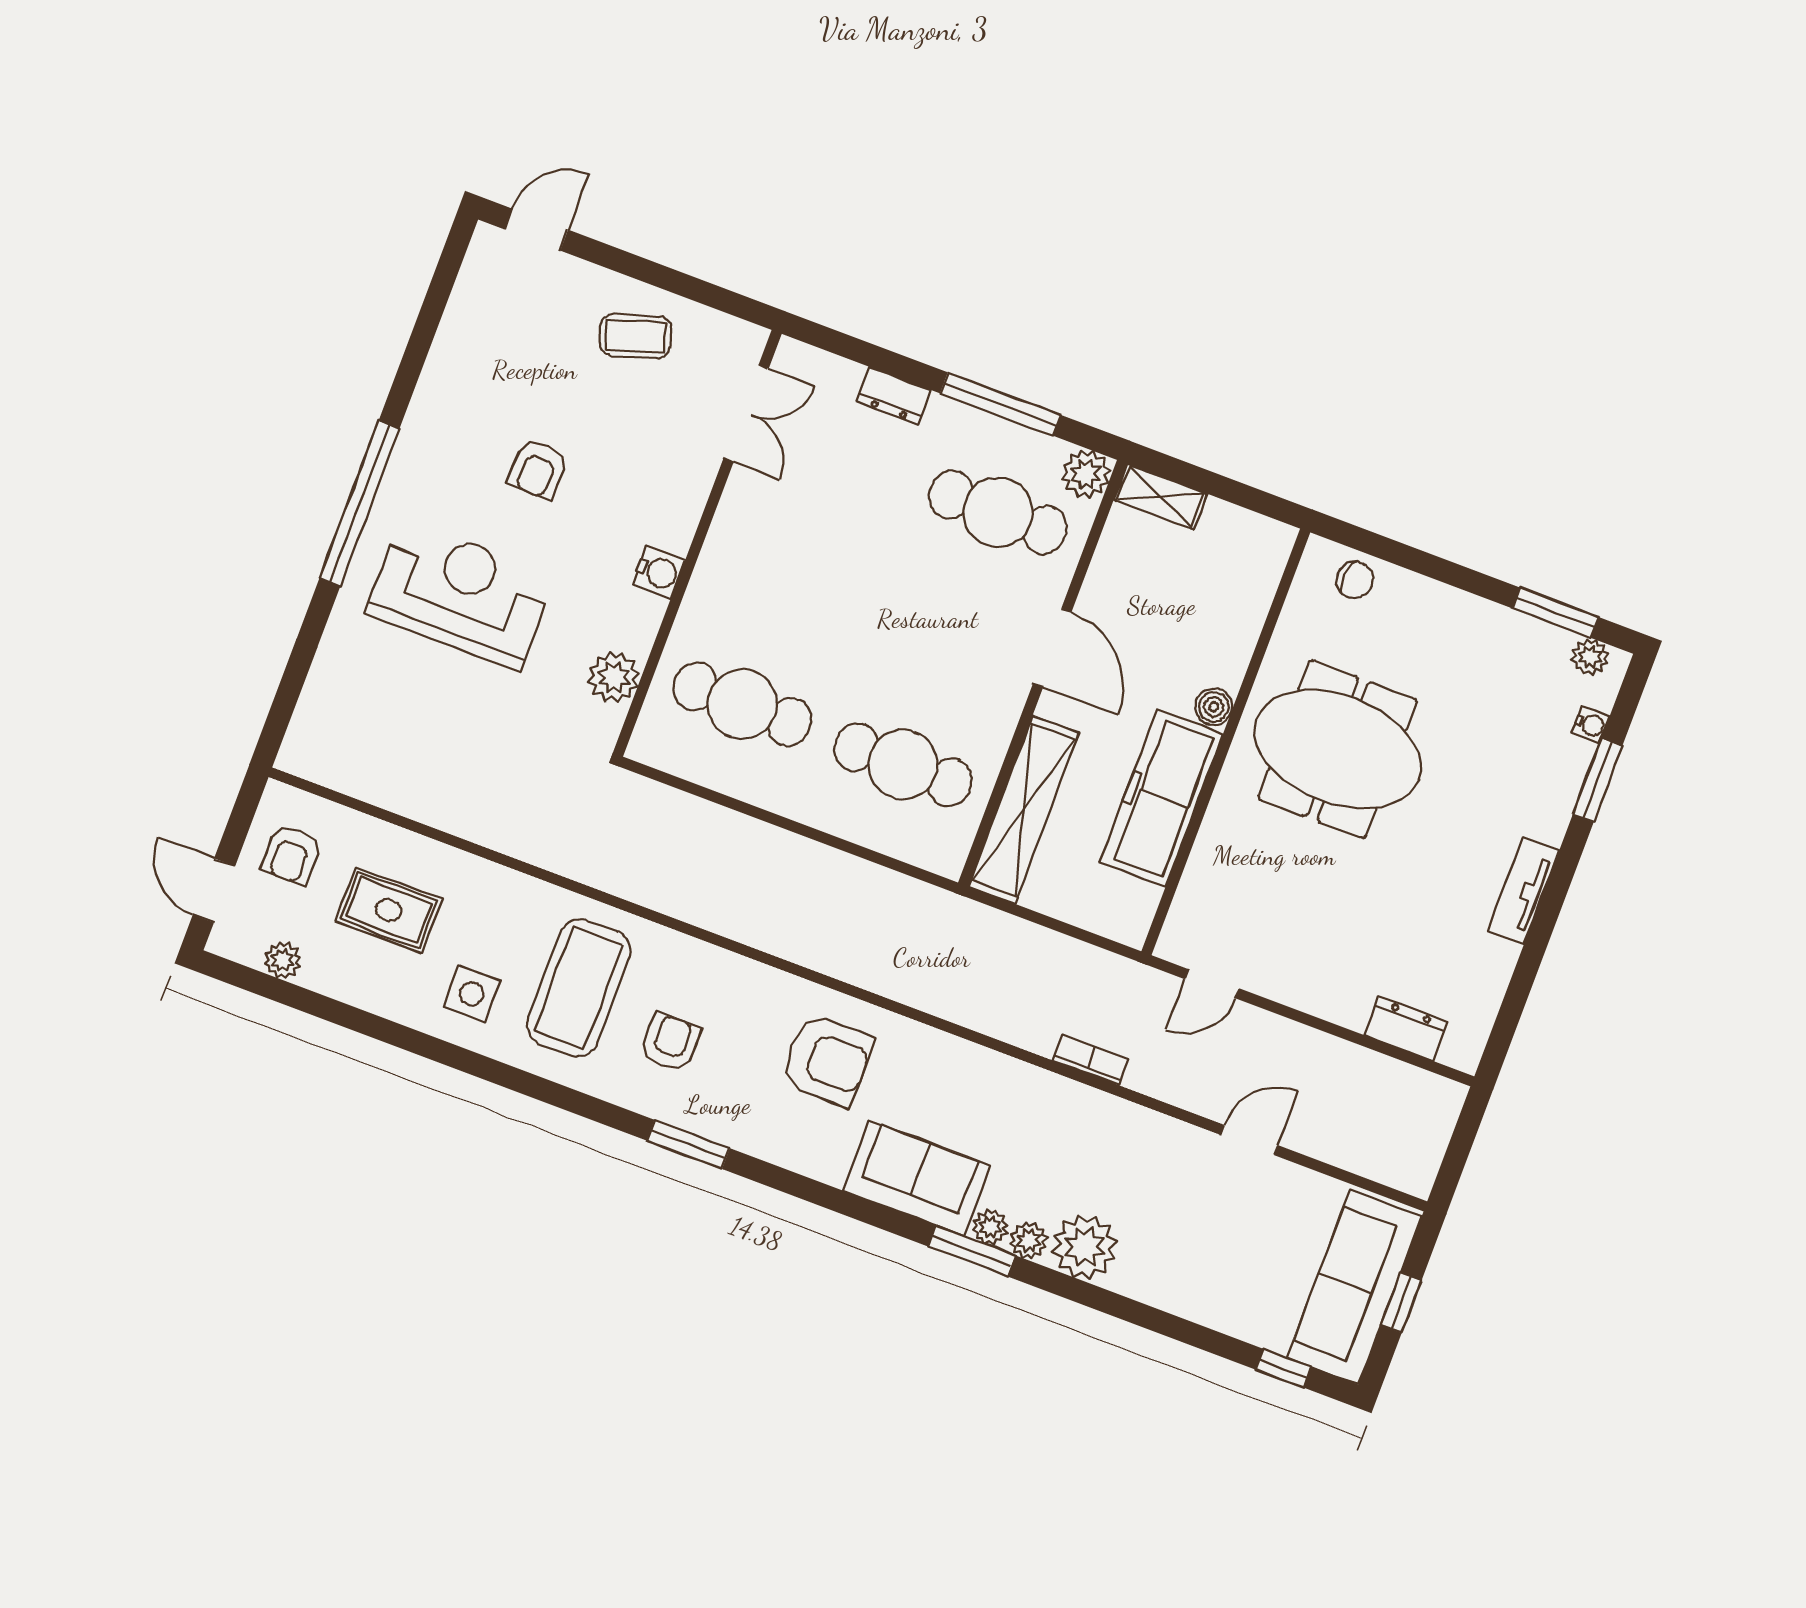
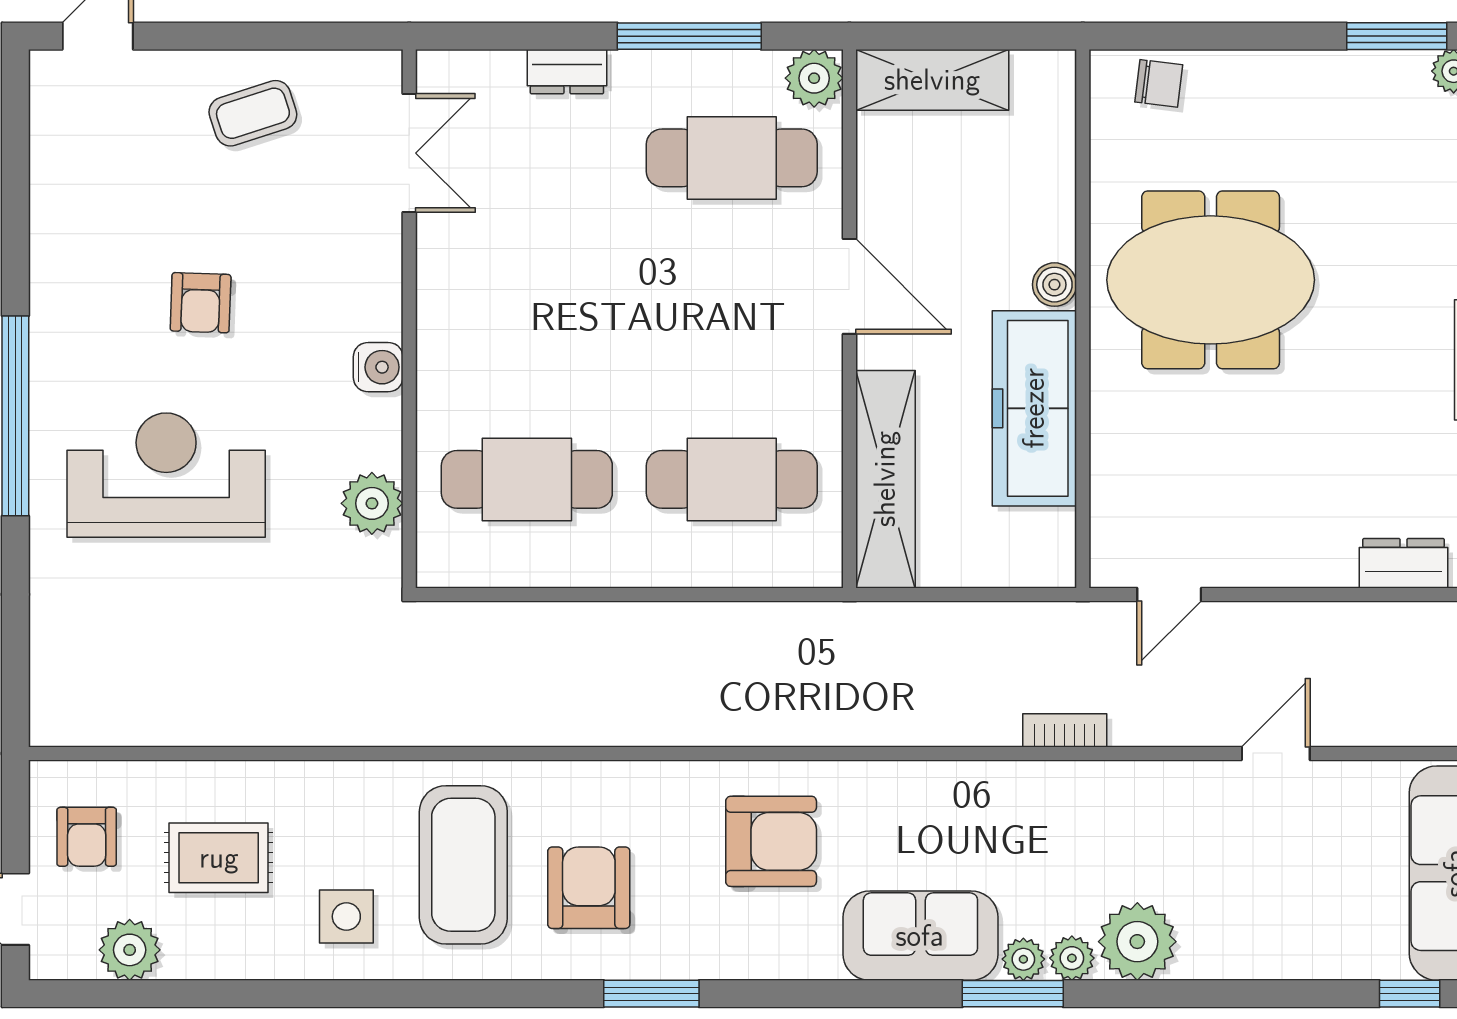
shelving: (1160, 497) -> (932, 80), width x1.50, depth x1.33
plant: (283, 960) -> (130, 950), width x1.38, depth x1.38
armchair: (670, 1043) -> (589, 888), width x1.38, depth x1.38

